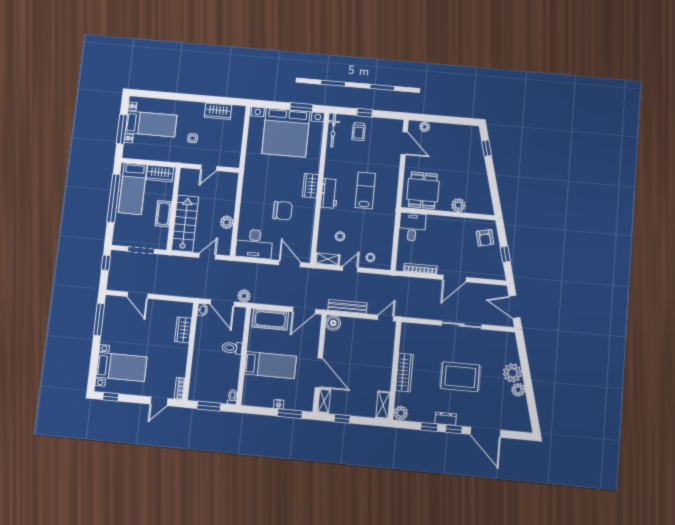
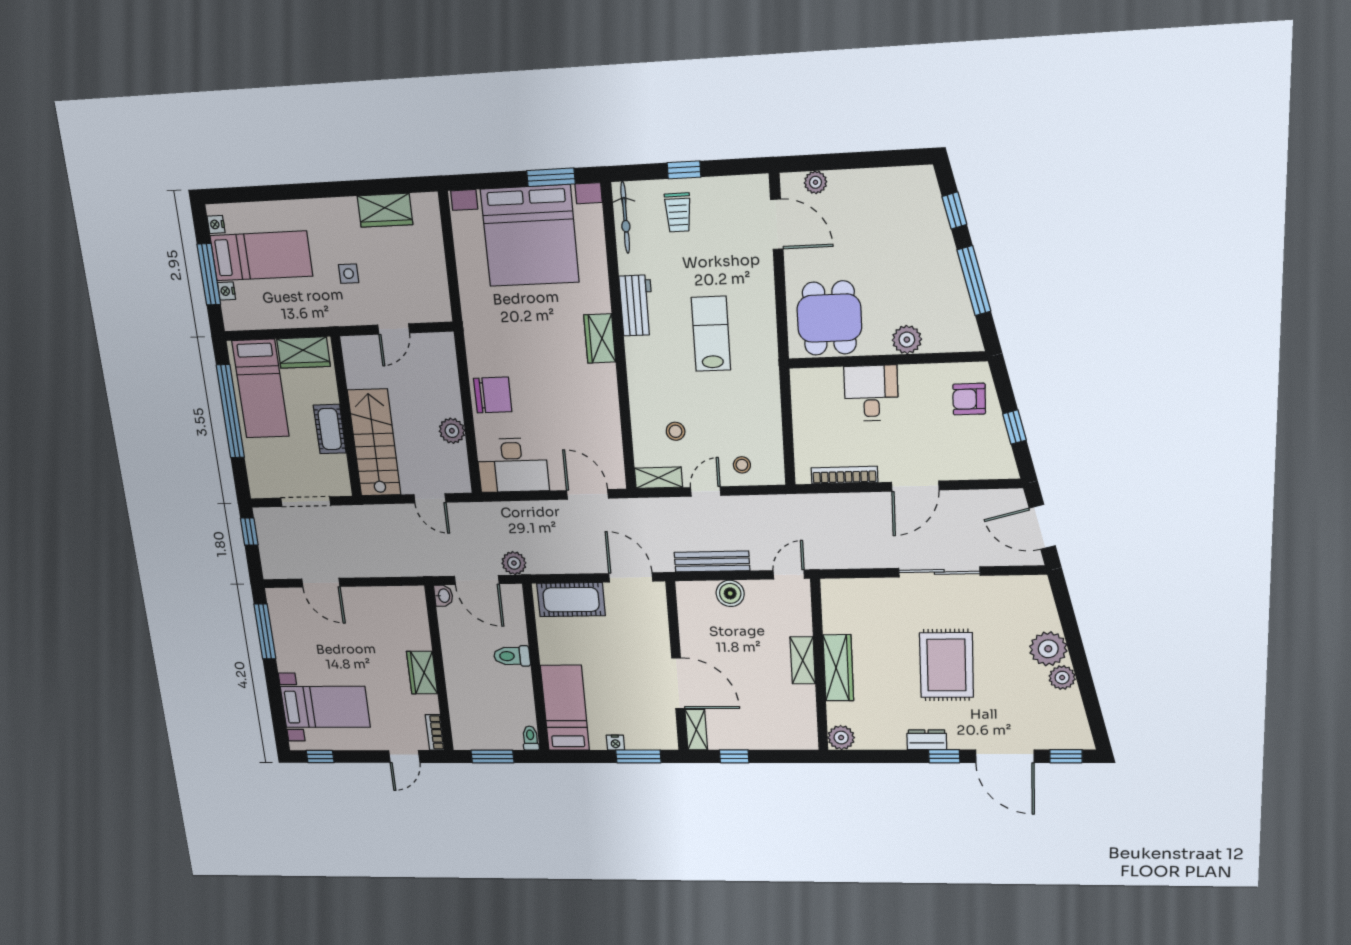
window: (492, 181) -> (974, 281), added
workbench: (329, 193) -> (637, 305), moved
chair: (282, 211) -> (493, 395), moved
desk: (412, 227) -> (871, 393), moved
armchair: (485, 238) -> (969, 399), turned 103
door: (207, 256) -> (430, 498), swing flipped
door: (304, 311) -> (631, 577), swing flipped
boiler: (333, 323) -> (730, 593), moved
wardrobe: (183, 330) -> (422, 673), moved
bed: (270, 365) -> (565, 708), moved, turned -90
rug: (460, 377) -> (946, 665), turned 90
shelving: (383, 405) -> (803, 660), moved
window: (429, 427) -> (1066, 756), moved

